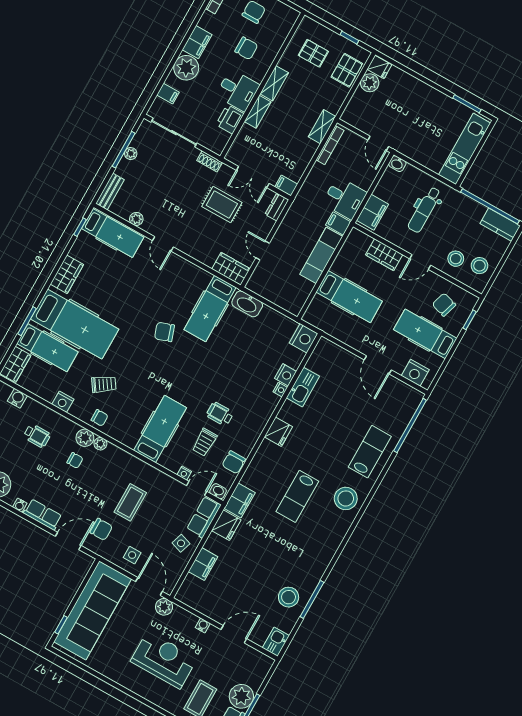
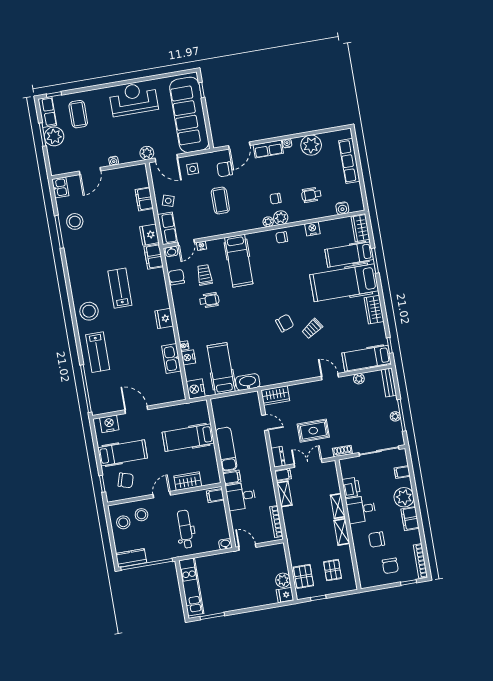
pallet: (313, 53) -> (333, 570), turned 90
shelving: (322, 127) -> (284, 494), moved
filing cabinet: (372, 212) -> (215, 496), width x0.50
hospital bed: (210, 308) -> (221, 369), moved
trolley: (104, 384) -> (312, 329), moved
reception desk: (164, 660) -> (133, 99), moved, turned 180

